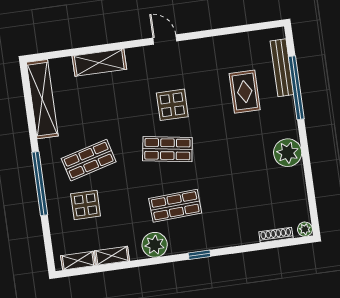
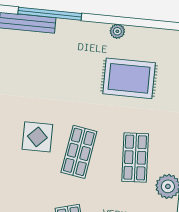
rug: (245, 92) -> (129, 78), moved, width x1.36, depth x1.43
plant: (288, 153) -> (117, 31), width x0.53, depth x0.53

